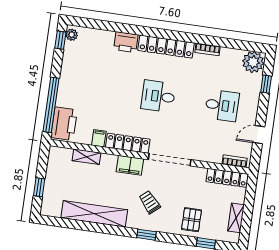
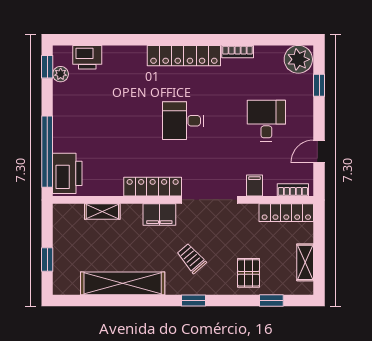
plant: (72, 35) -> (61, 74), moved
printer: (126, 42) -> (87, 57), moved
desk: (222, 105) -> (266, 121), turned -90
filing cabinet: (99, 138) -> (254, 186), moved

